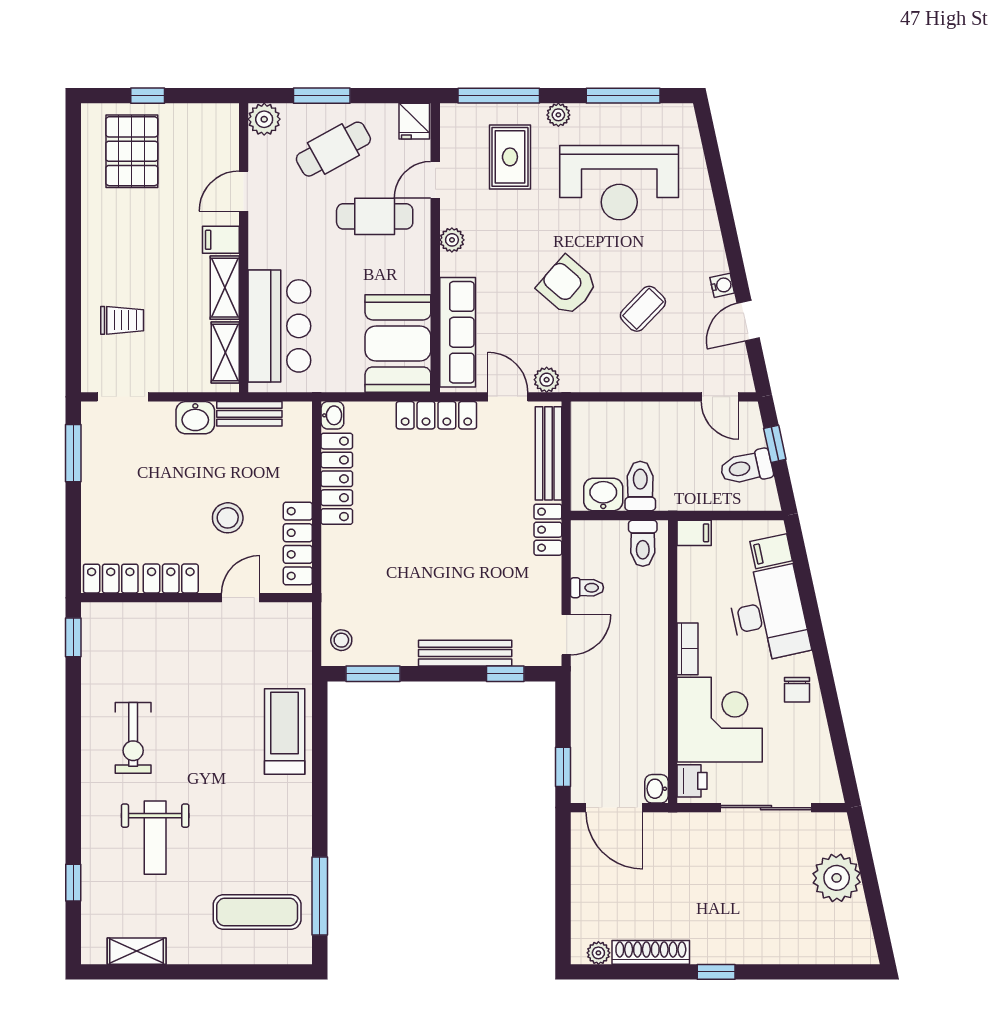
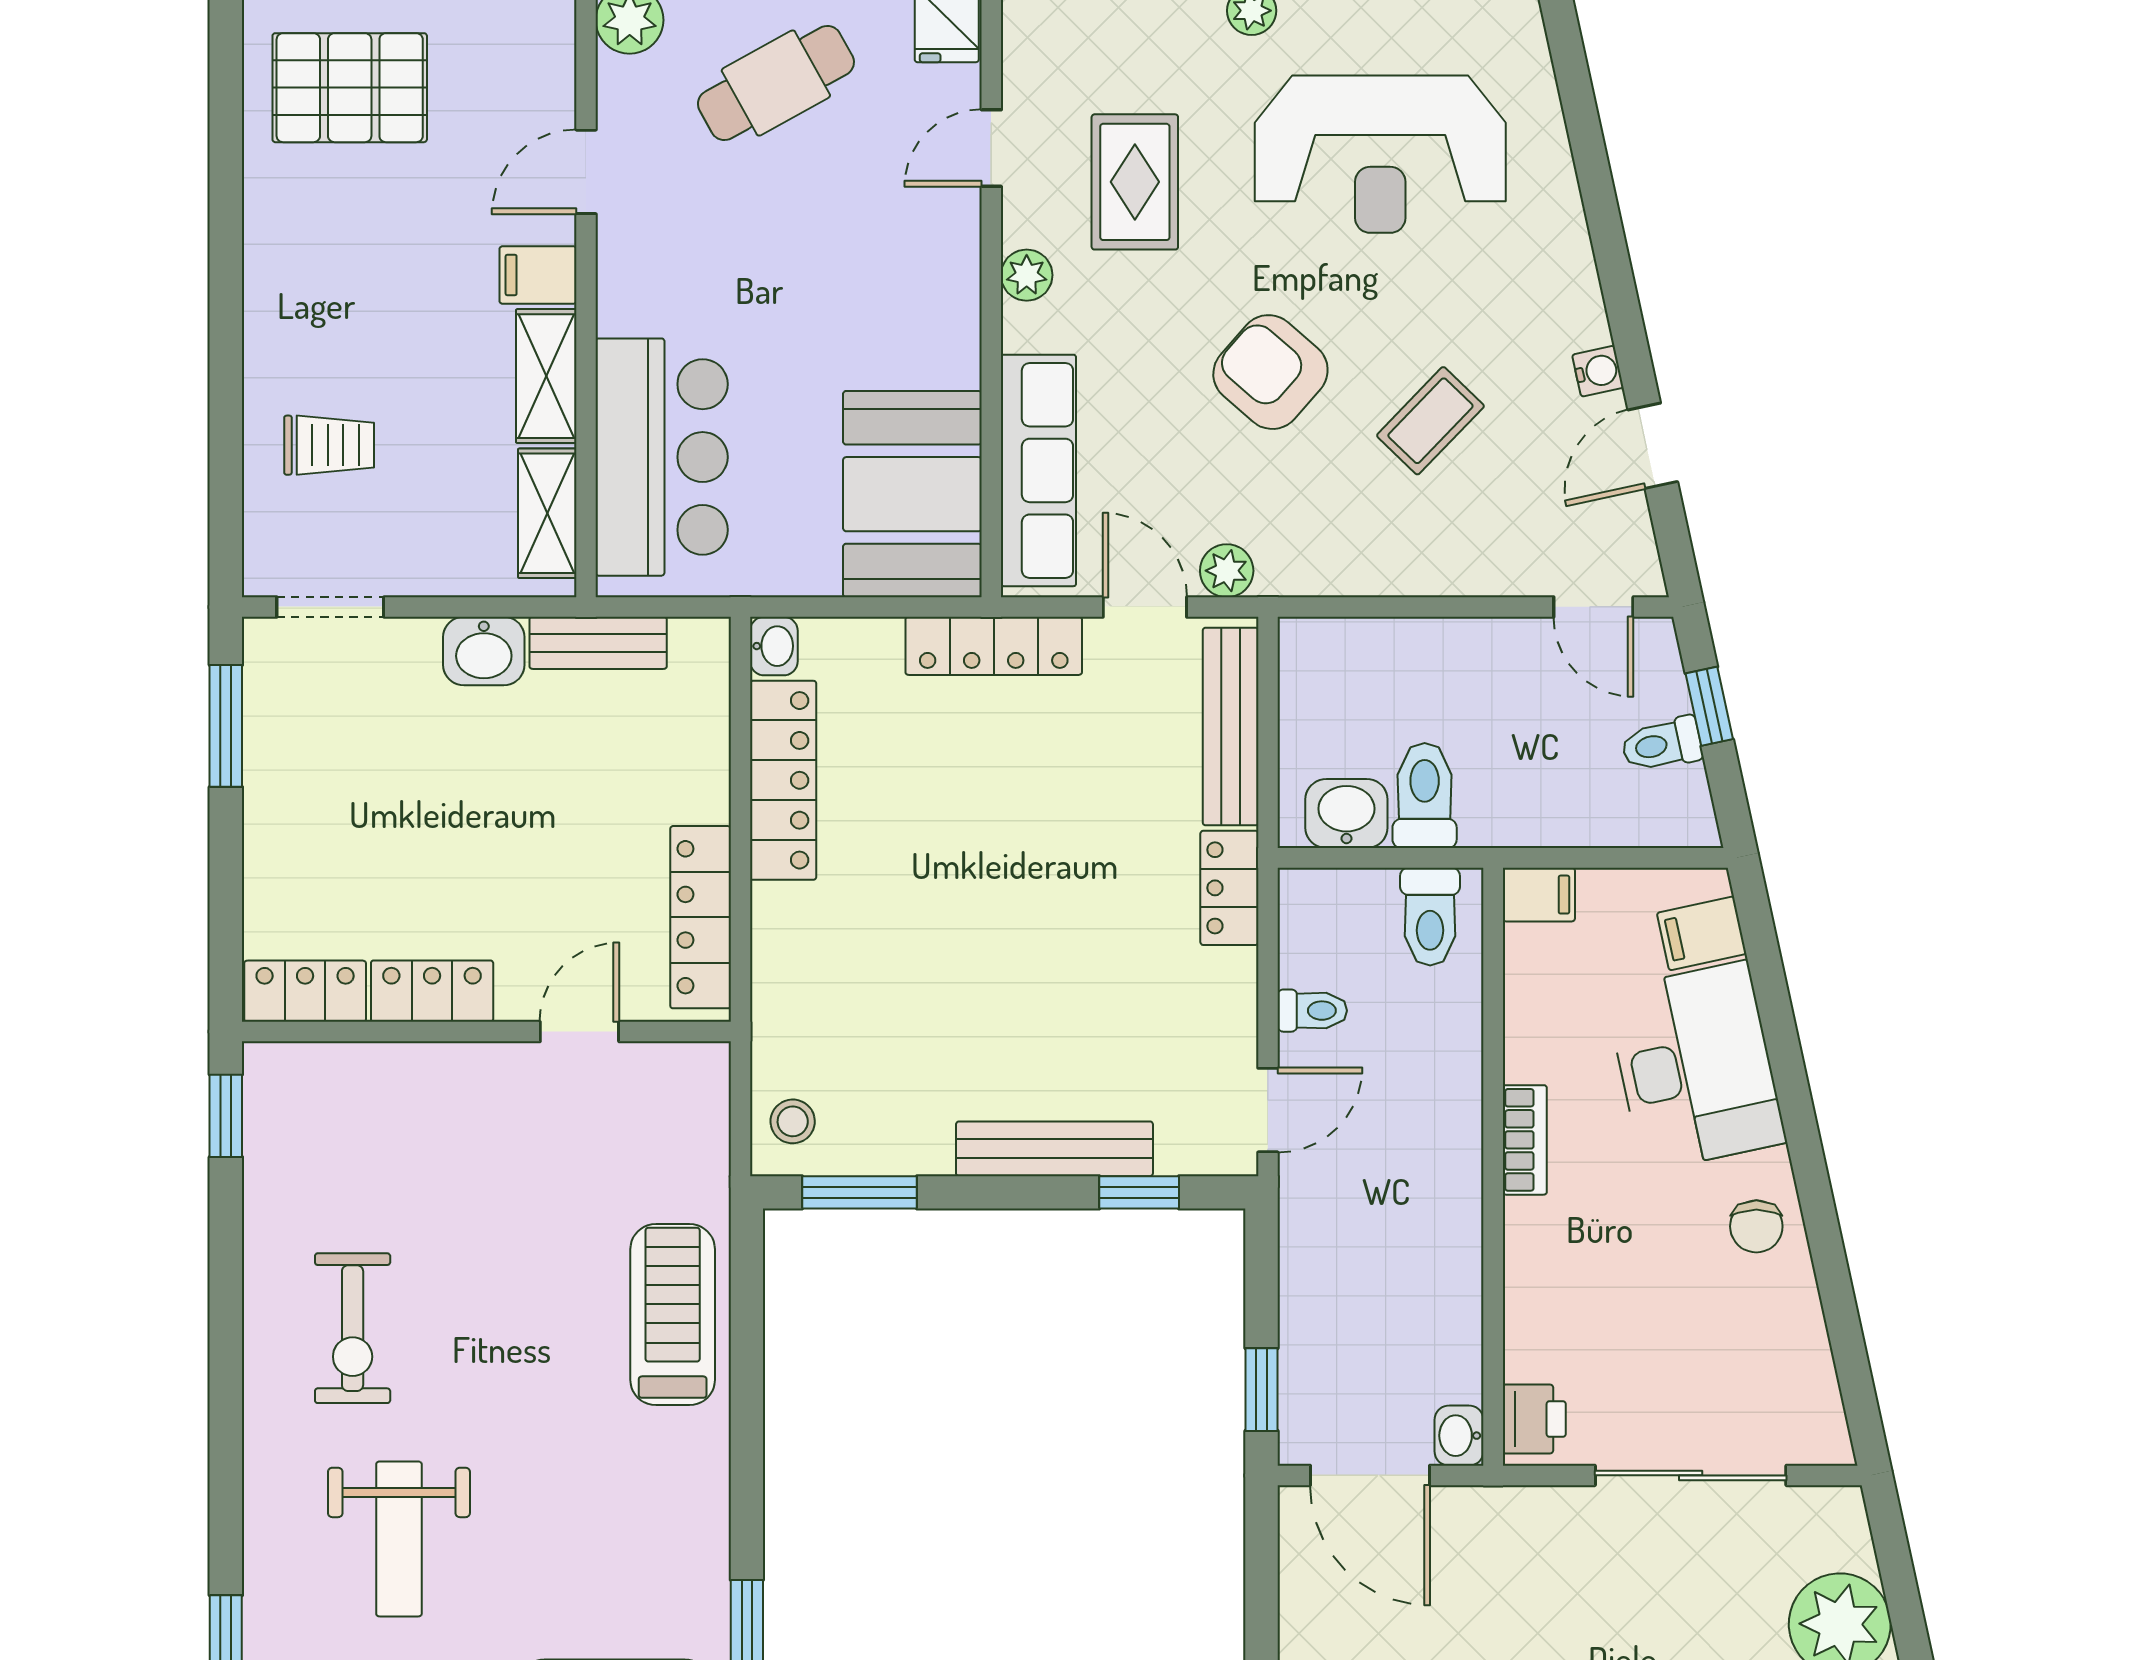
pallet: (132, 151) -> (350, 88), turned 90
rug: (510, 157) -> (1135, 182), moved
cafe table: (375, 216) -> (863, 225), removed
toilet: (746, 467) -> (1662, 744), width x0.73, depth x0.72
stool: (228, 518) -> (552, 863), removed
corner desk: (720, 720) -> (1592, 1290), removed

